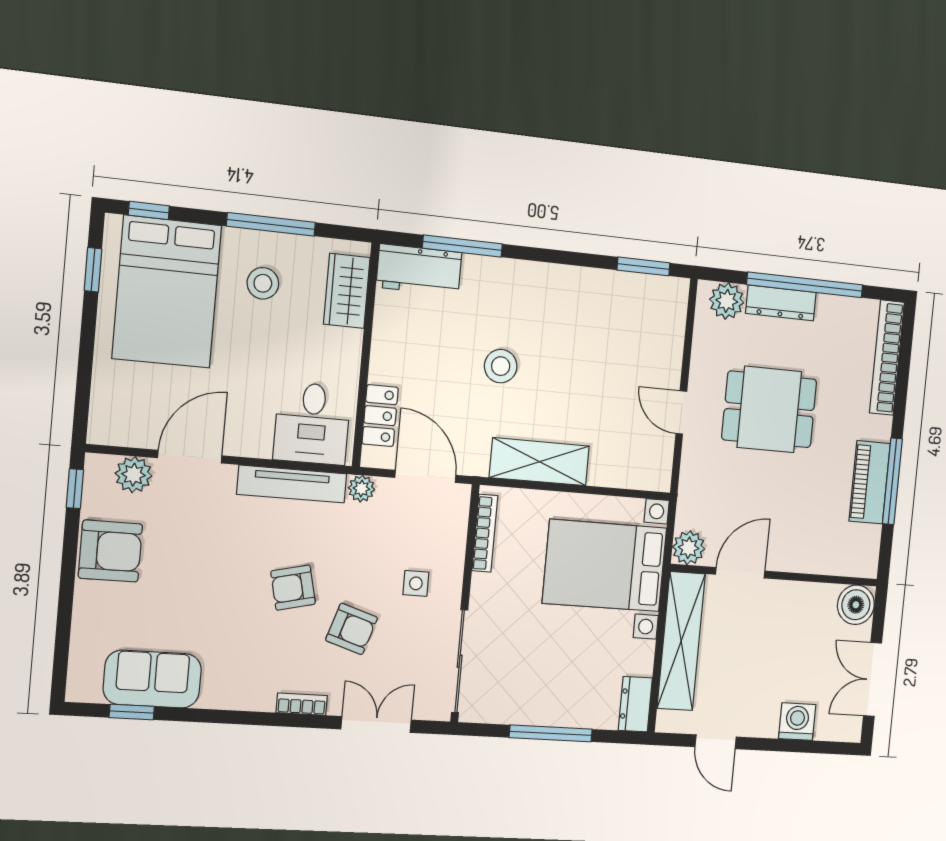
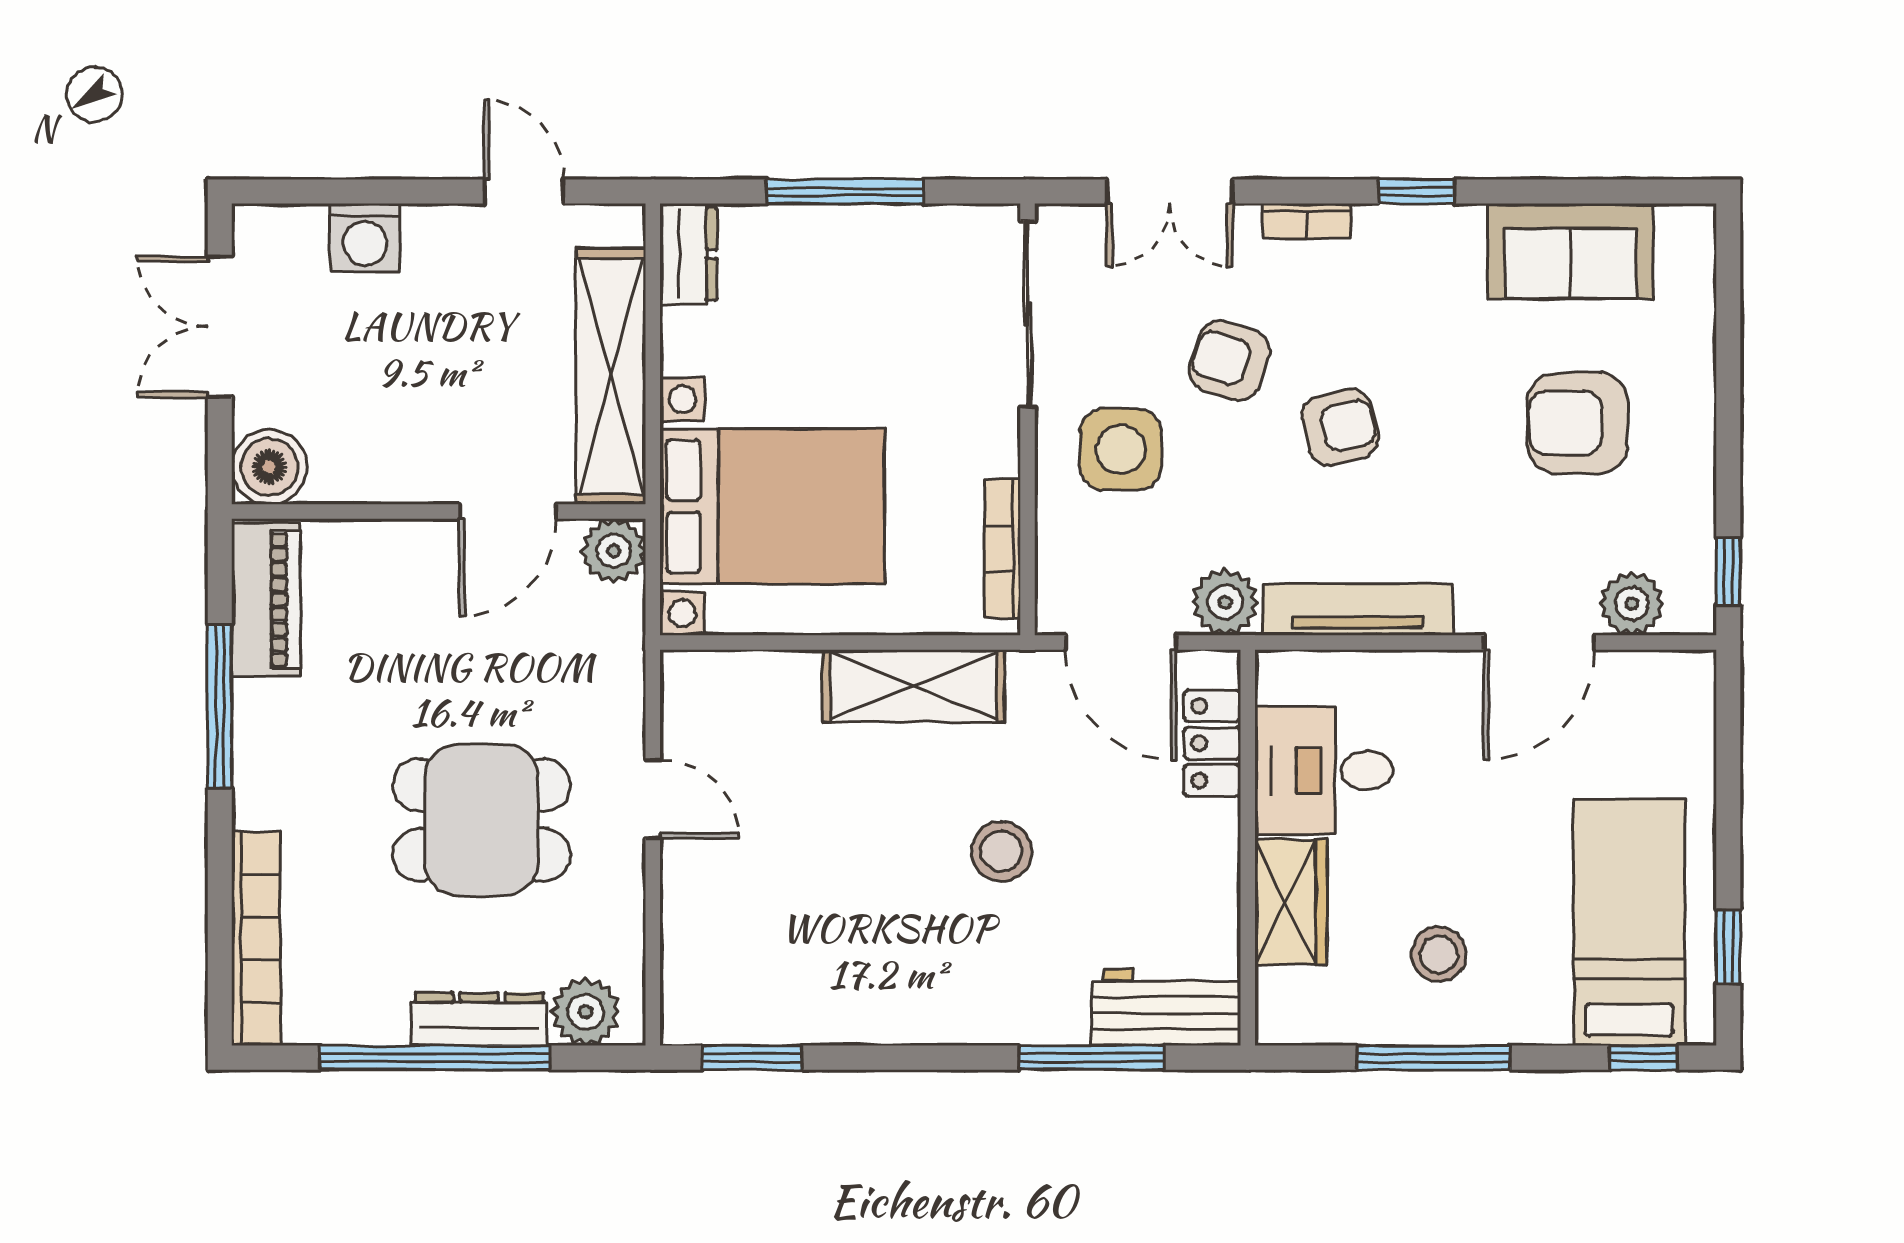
wardrobe: (347, 291) -> (1291, 902), moved
bed: (167, 292) -> (1629, 922), width x0.67
desk: (312, 423) -> (1324, 770), moved, turned -90
piano: (870, 482) -> (266, 600), moved
plant: (361, 489) -> (1225, 602), width x1.38, depth x1.38
armchair: (110, 551) -> (1578, 423), moved
side table: (416, 583) -> (1121, 450), width x1.87, depth x1.87
double door: (873, 679) -> (220, 327), swing flipped
window: (132, 712) -> (1416, 192), moved

